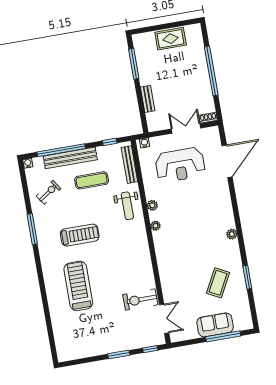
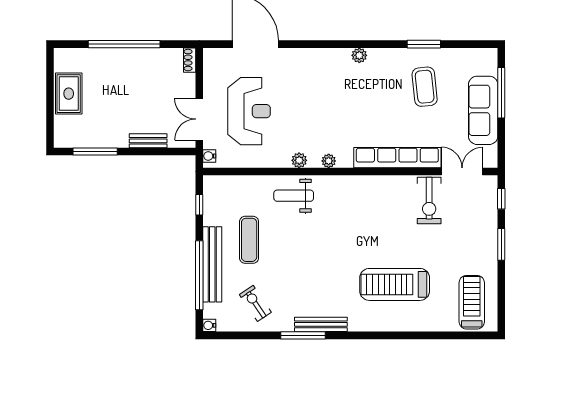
double door: (186, 129) -> (199, 119), moved
bench: (129, 165) -> (321, 324), moved
weight bench: (127, 206) -> (294, 196), turned 180
treadmill: (80, 235) -> (472, 302), moved
row of seats: (166, 273) -> (397, 158), added
coffee table: (218, 283) -> (425, 87), turned 56
sofa: (215, 325) -> (483, 110), width x1.36

